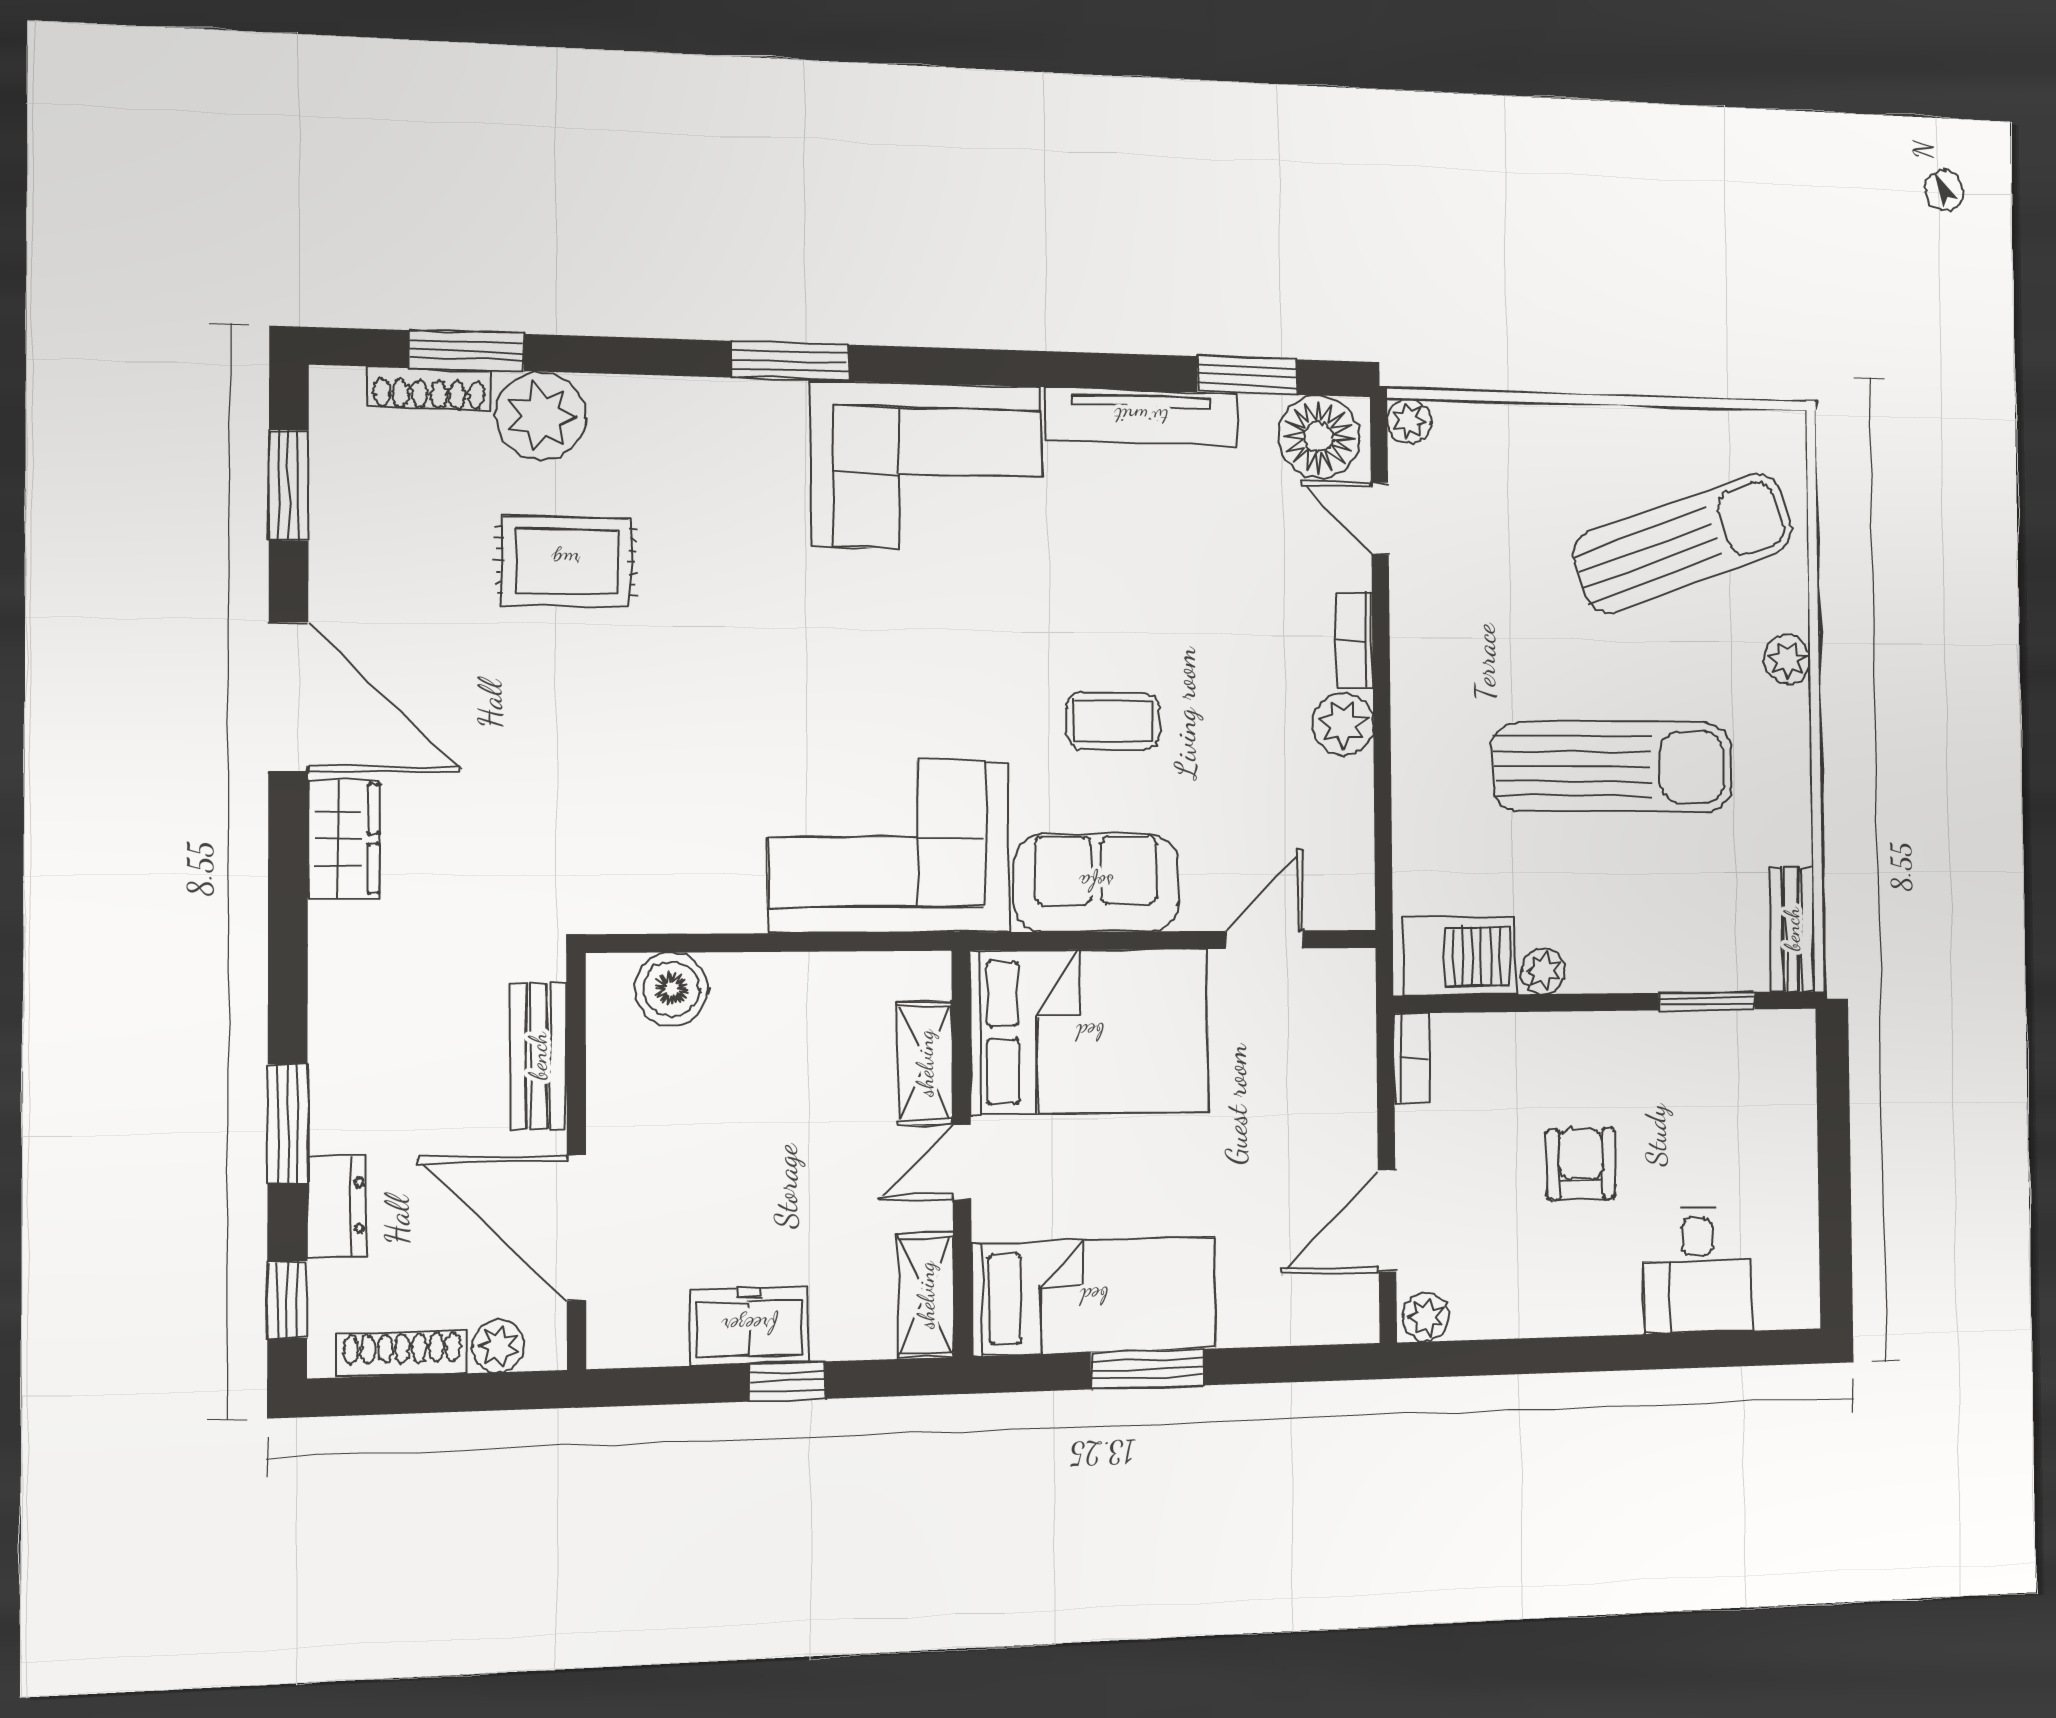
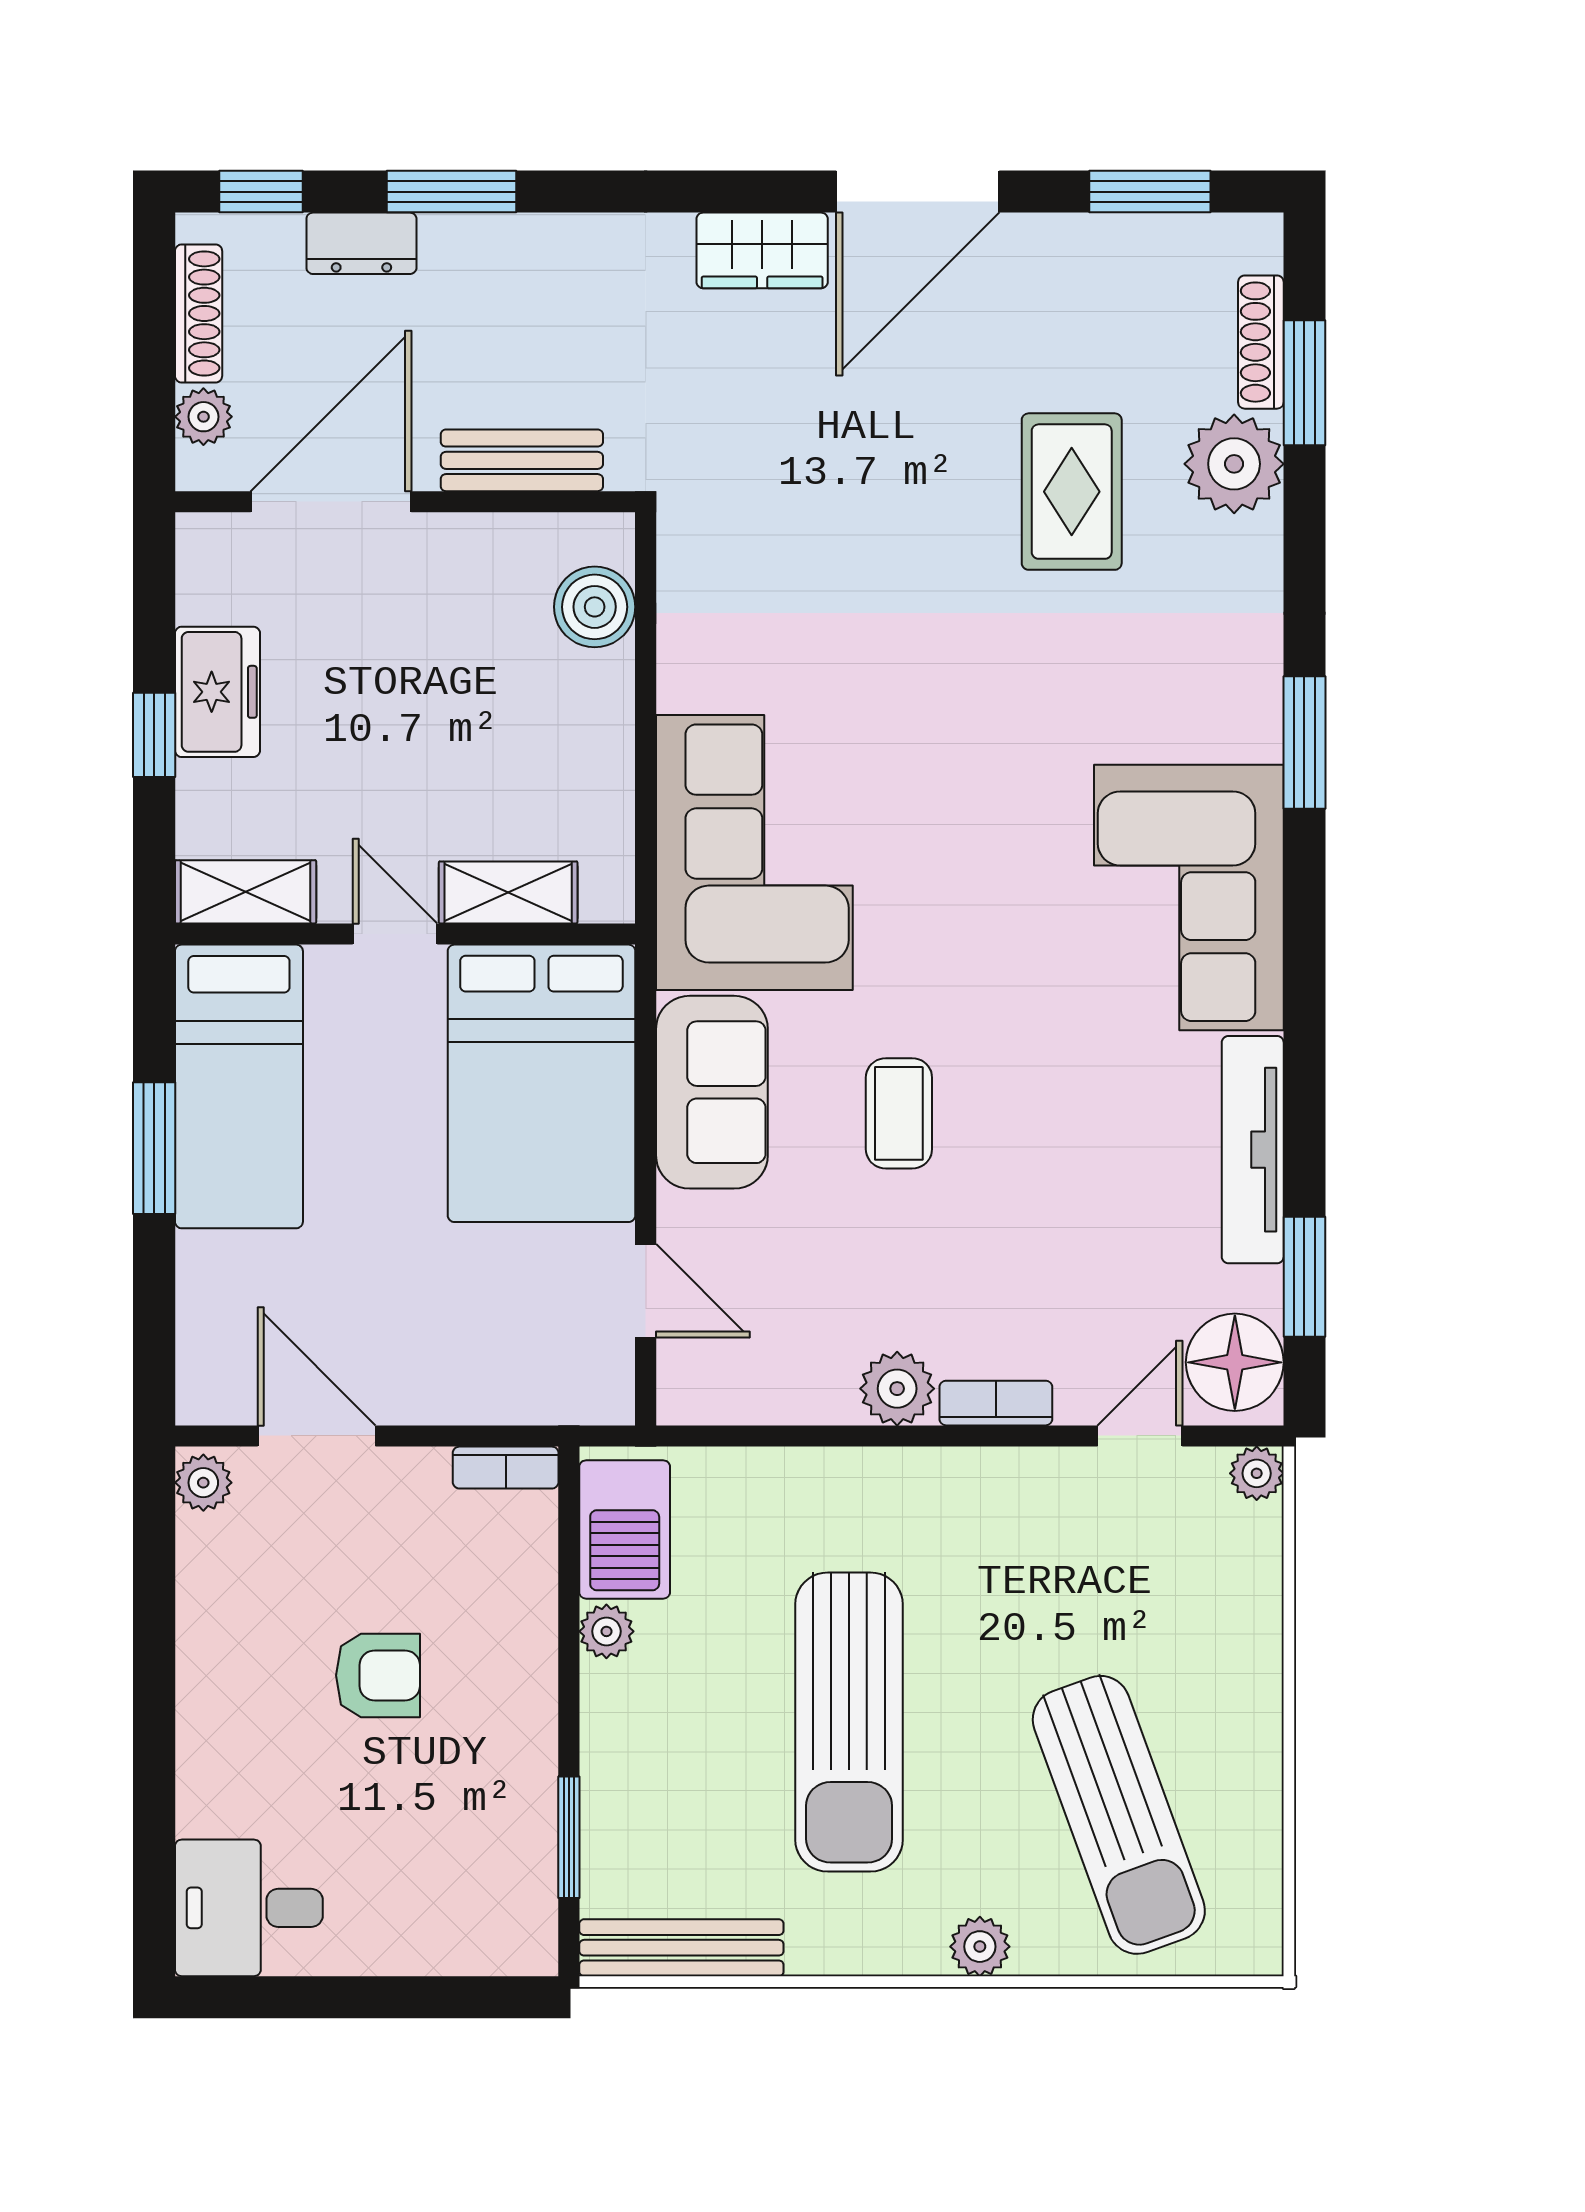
bench: (1792, 929) -> (681, 1948), width x1.36
desk: (1698, 1270) -> (249, 1908), moved

